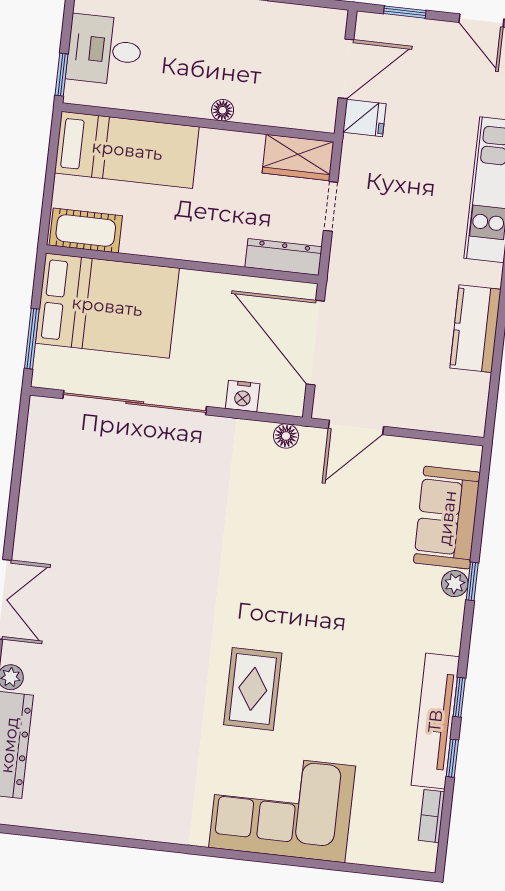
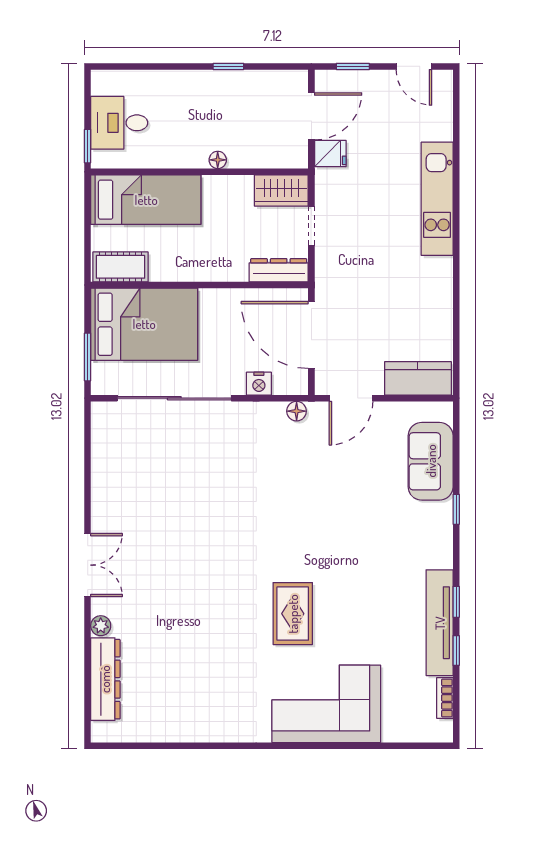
kitchen counter: (475, 329) -> (418, 378), moved, turned 90
plant: (455, 584) -> (443, 513), removed

